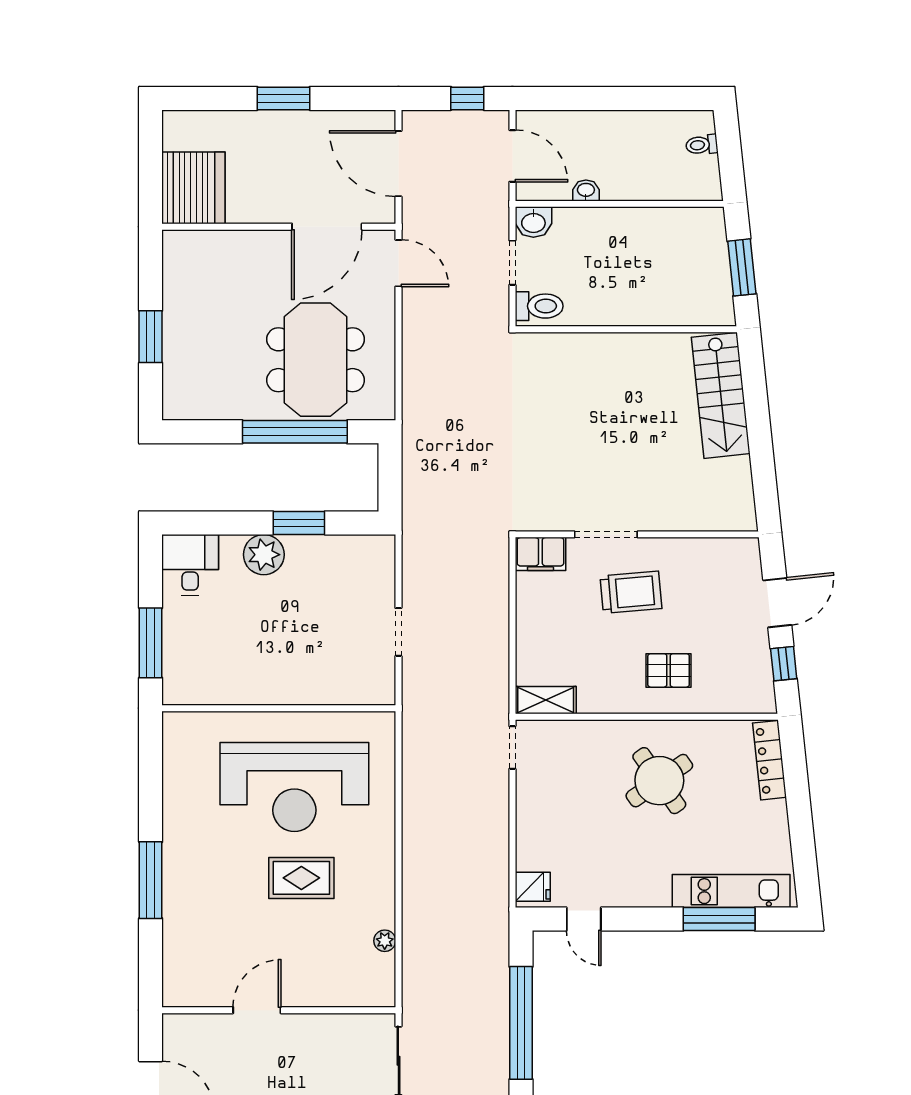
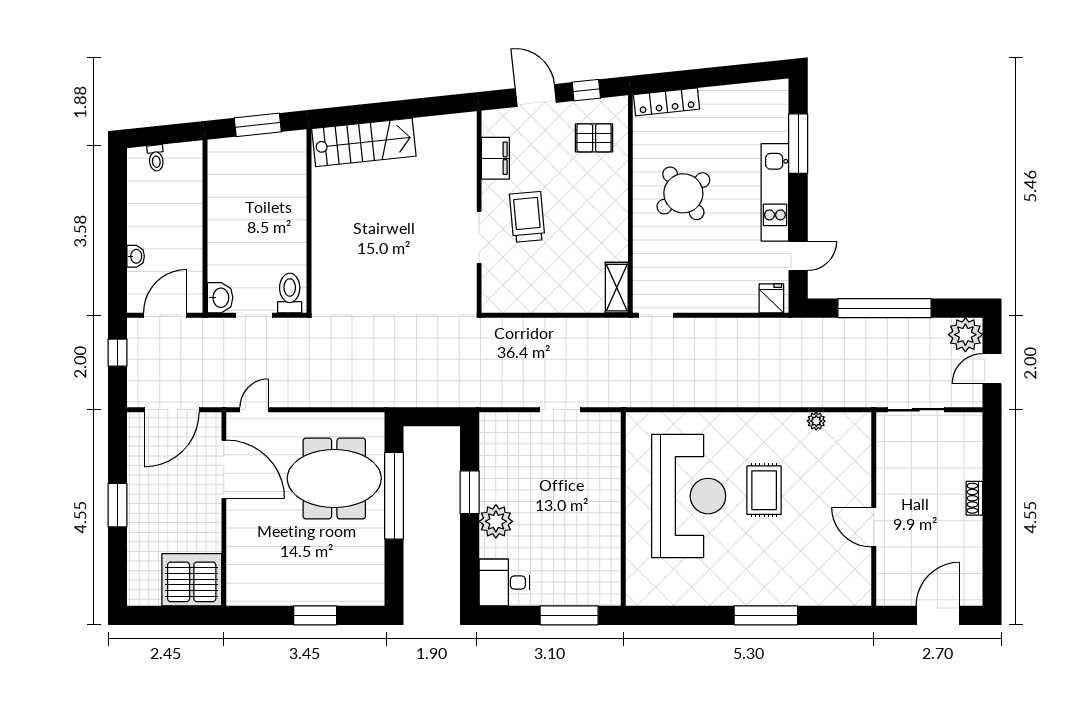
washbasin: (586, 190) -> (136, 256), moved, turned 180
door: (398, 263) -> (254, 410), width x0.73
filing cabinet: (540, 554) -> (495, 158), moved
pallet: (669, 670) -> (594, 138), moved, turned 90
kitchen unit: (731, 891) -> (775, 192), moved

